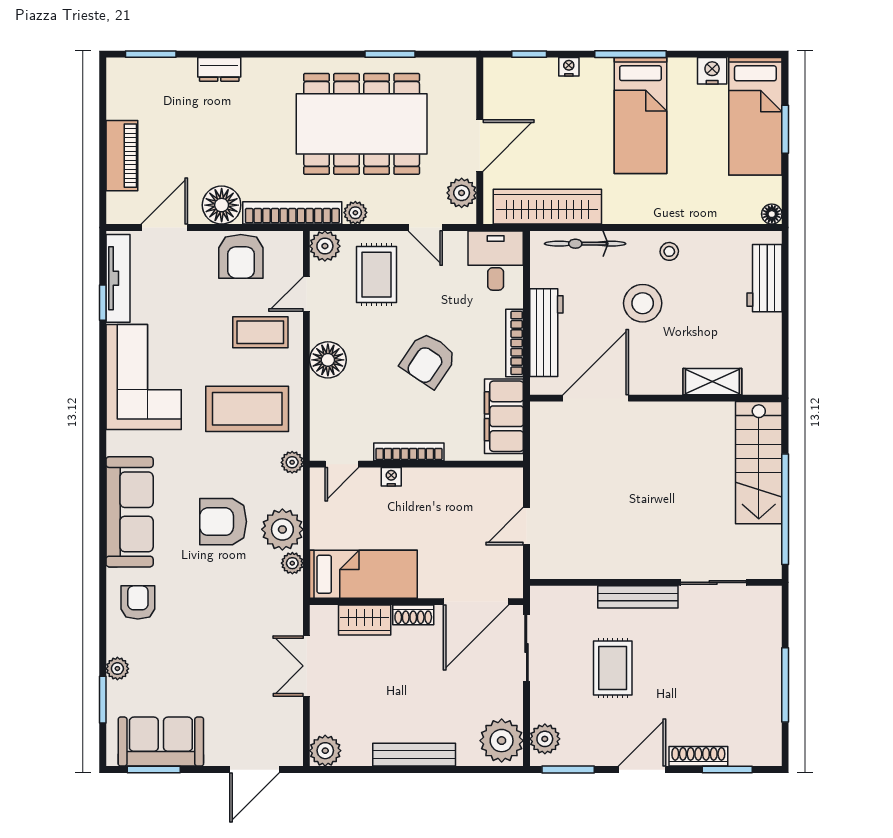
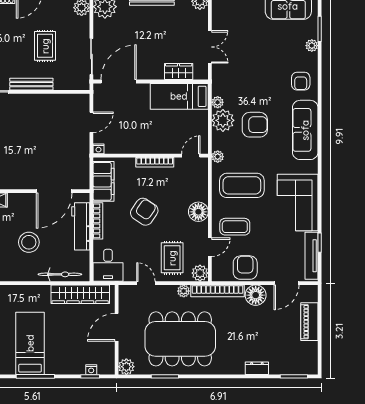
nightstand: (569, 67) -> (91, 370), moved
plant: (462, 193) -> (126, 367), moved
stool: (669, 251) -> (15, 270), removed
nightstand: (391, 477) -> (99, 149), moved
shoe rack: (413, 615) -> (152, 74), removed

